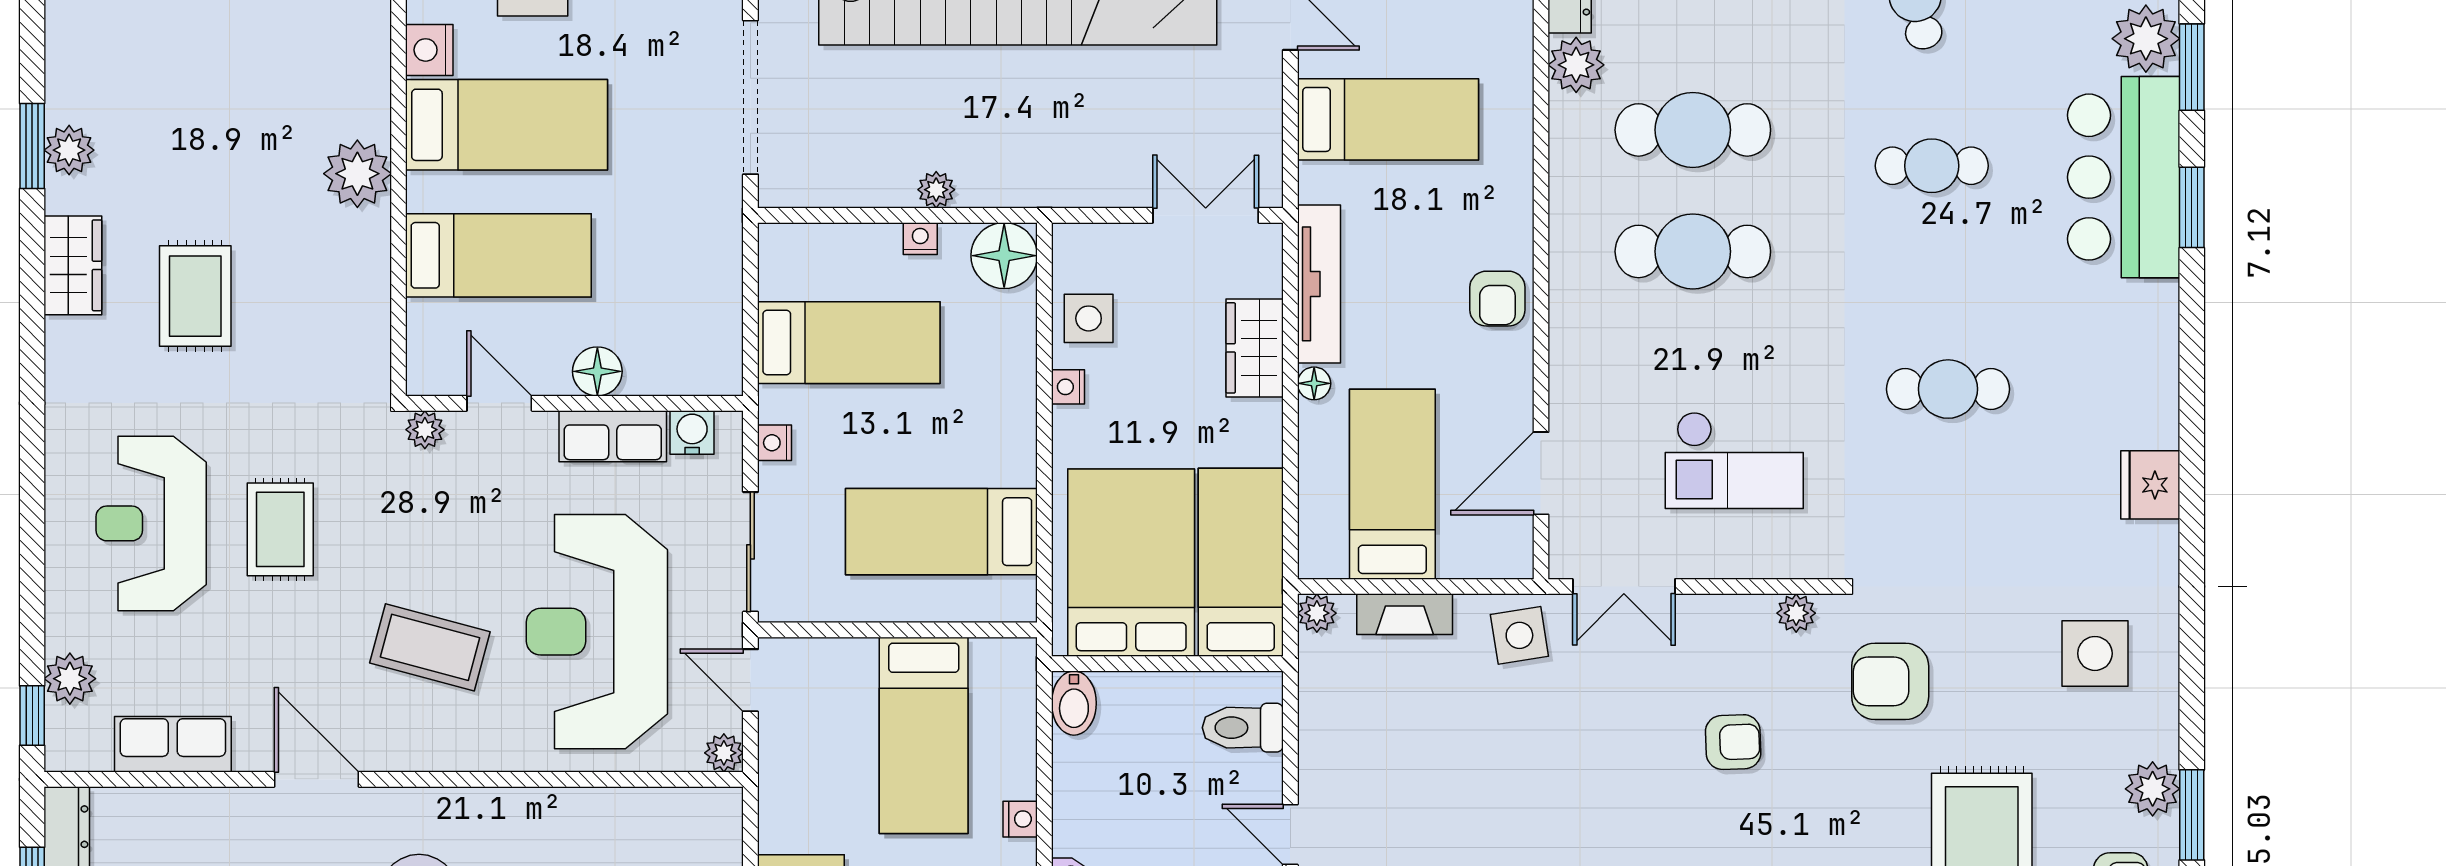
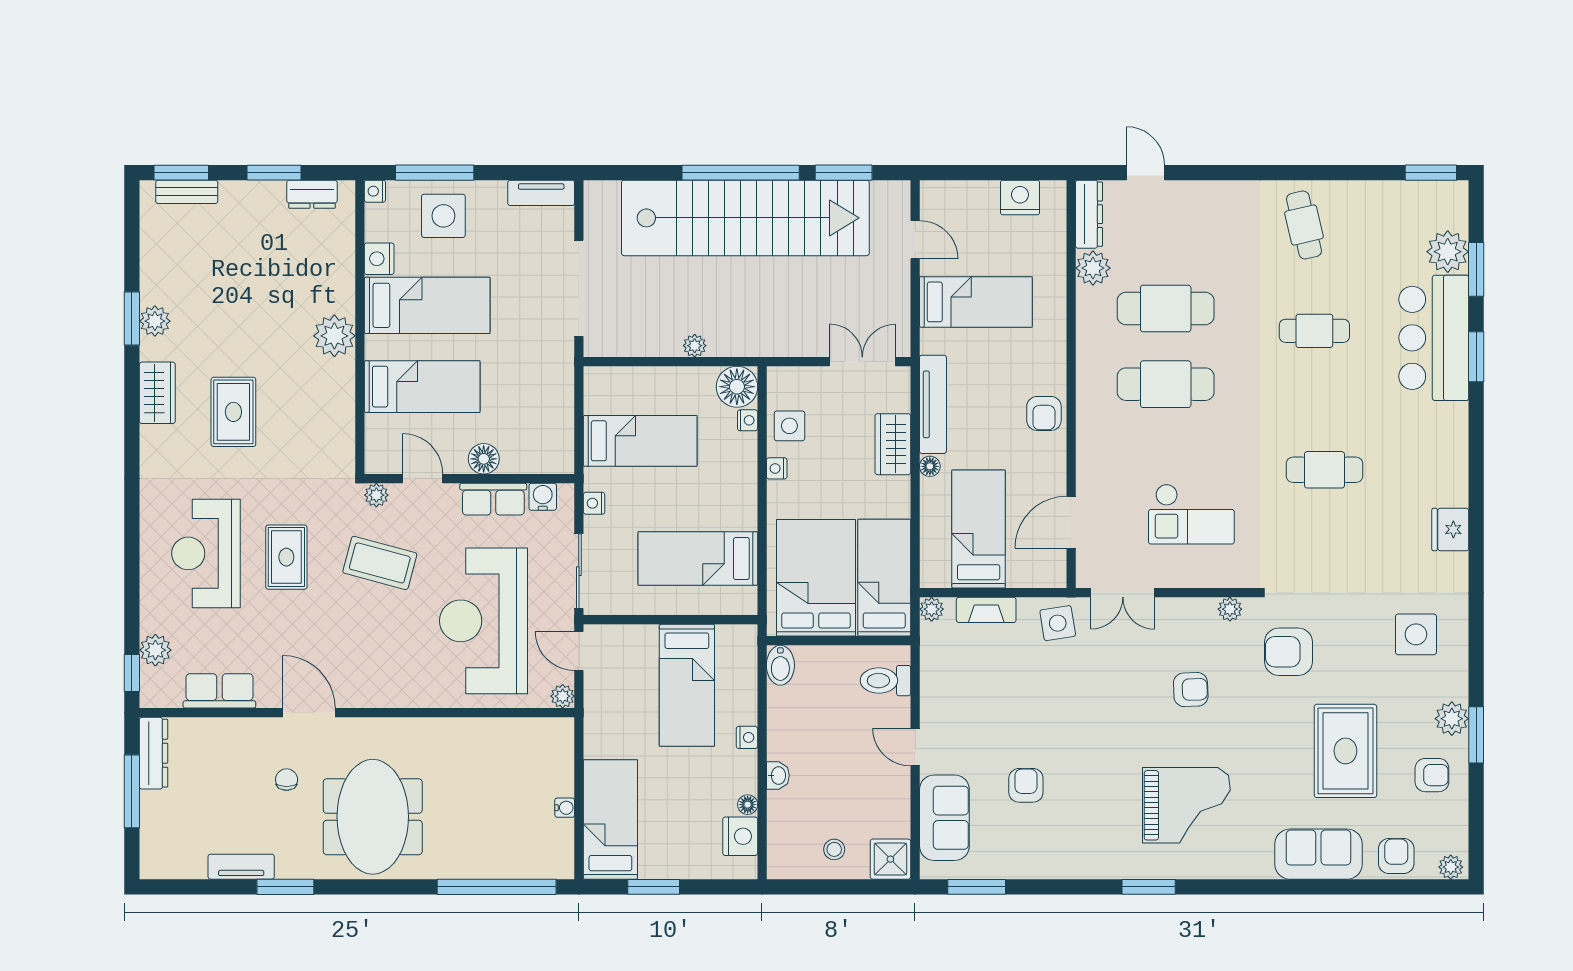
nightstand: (920, 239) -> (748, 420), moved, turned 90
coffee table: (430, 647) -> (380, 563), moved

